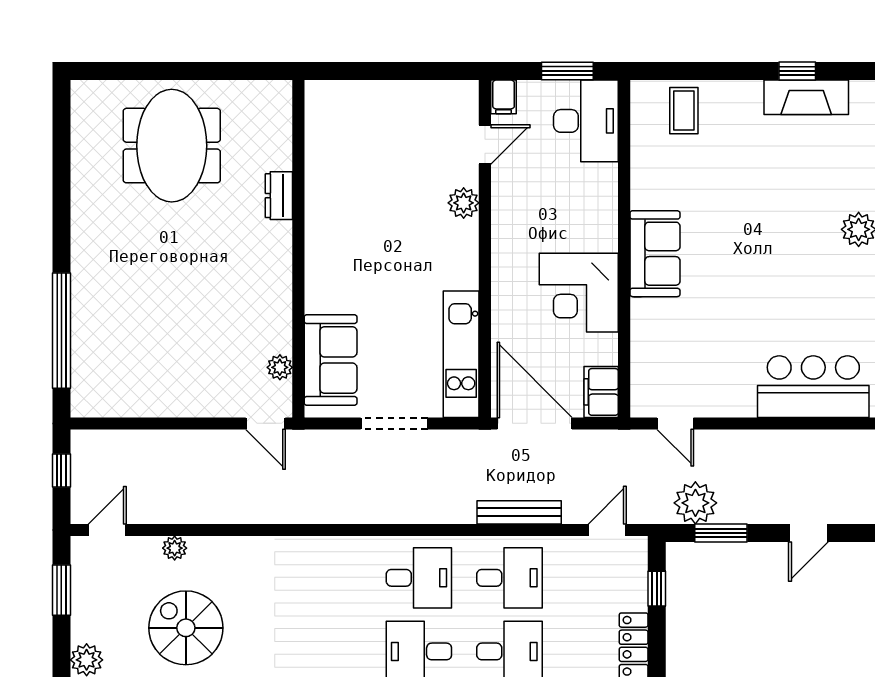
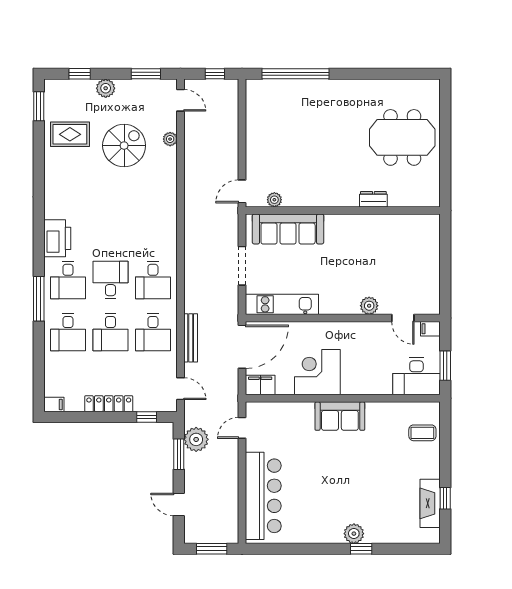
sofa: (331, 360) -> (288, 229), width x1.36
bar counter: (813, 387) -> (263, 496), width x1.36

